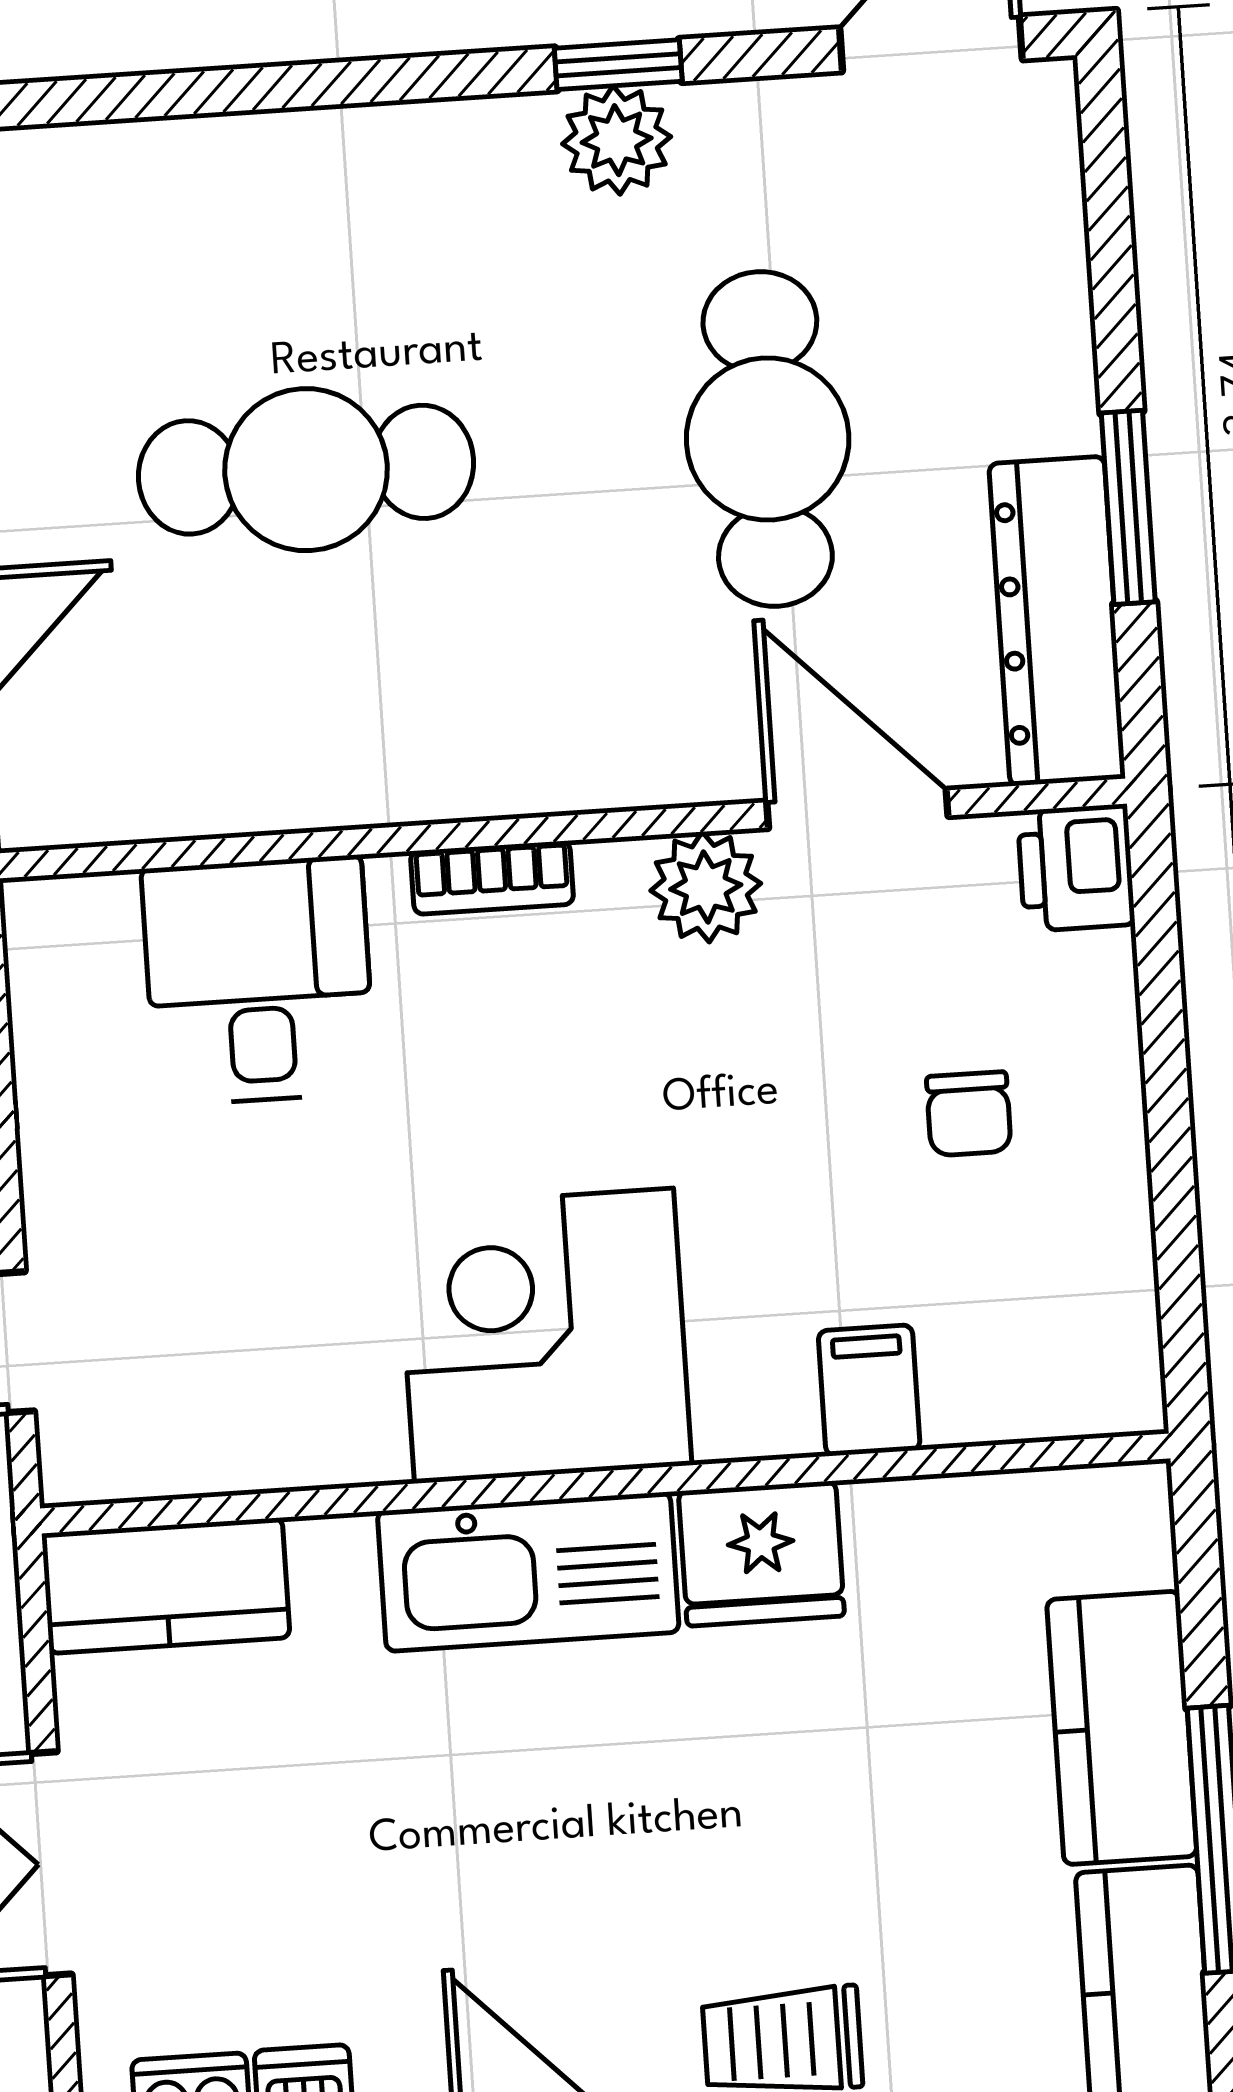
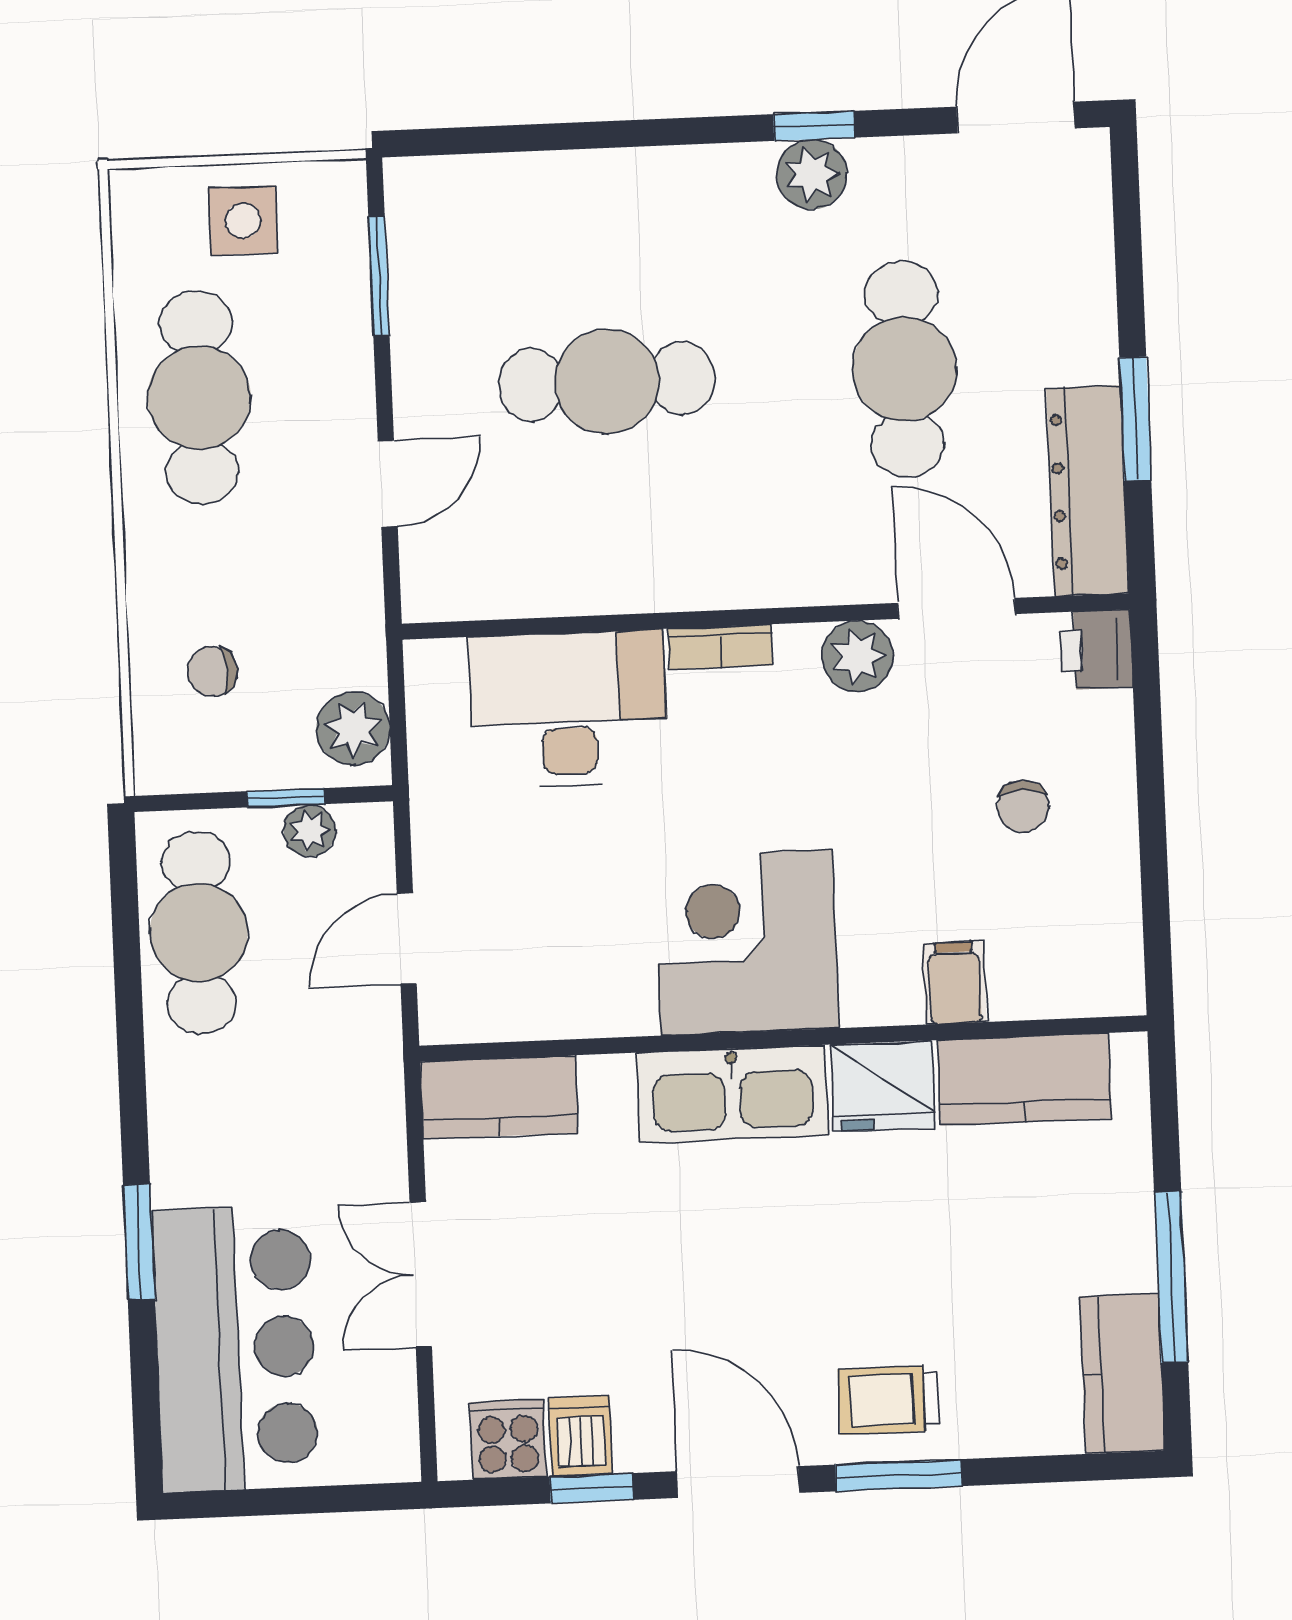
desk: (259, 981) -> (568, 710), width x1.37
kitchen counter: (1122, 1728) -> (1024, 1079), moved, turned -90

